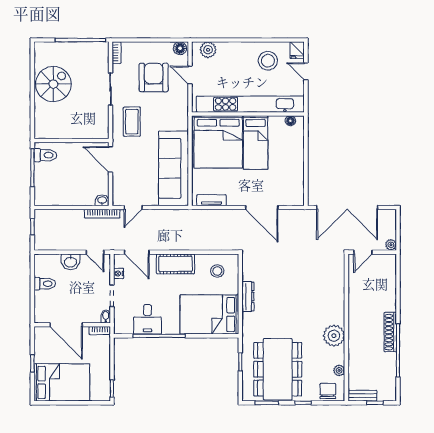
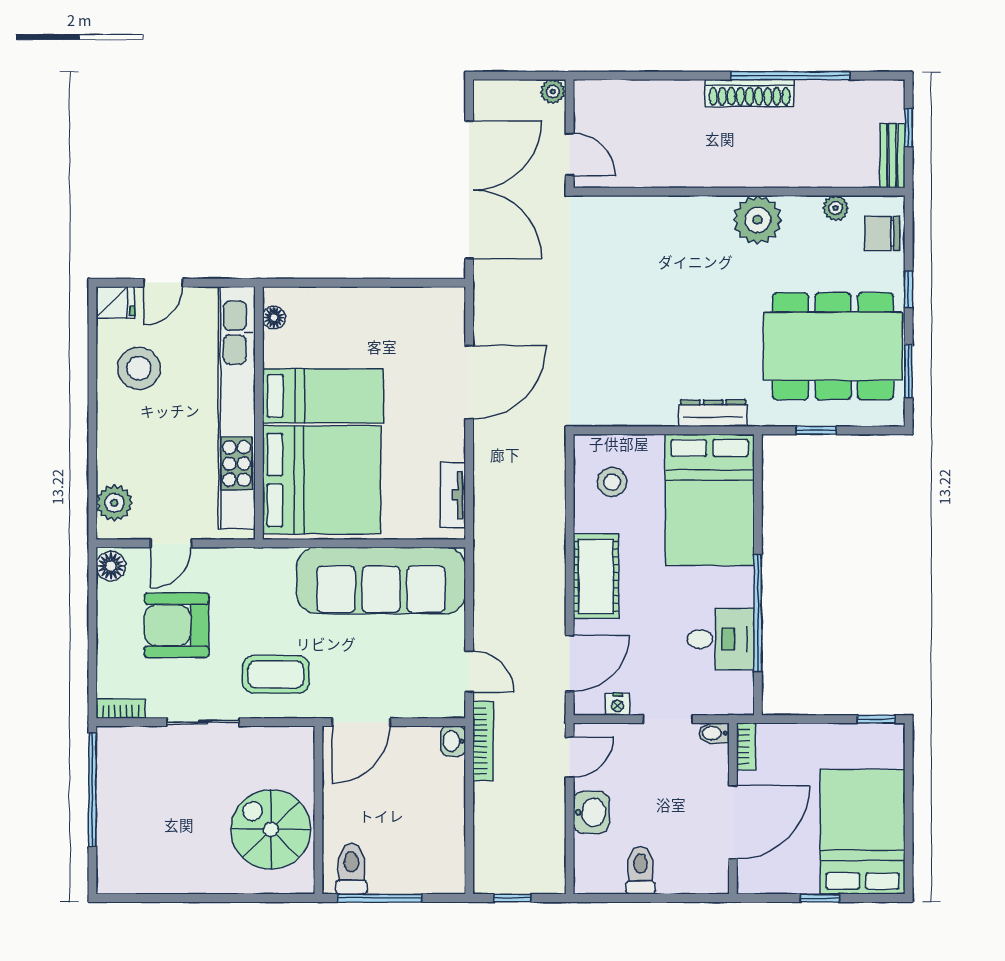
spiral stairs: (53, 84) -> (271, 829), moved
dresser: (248, 297) -> (713, 413), moved

